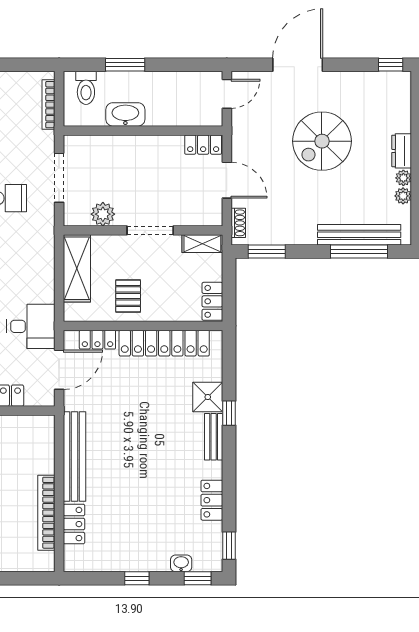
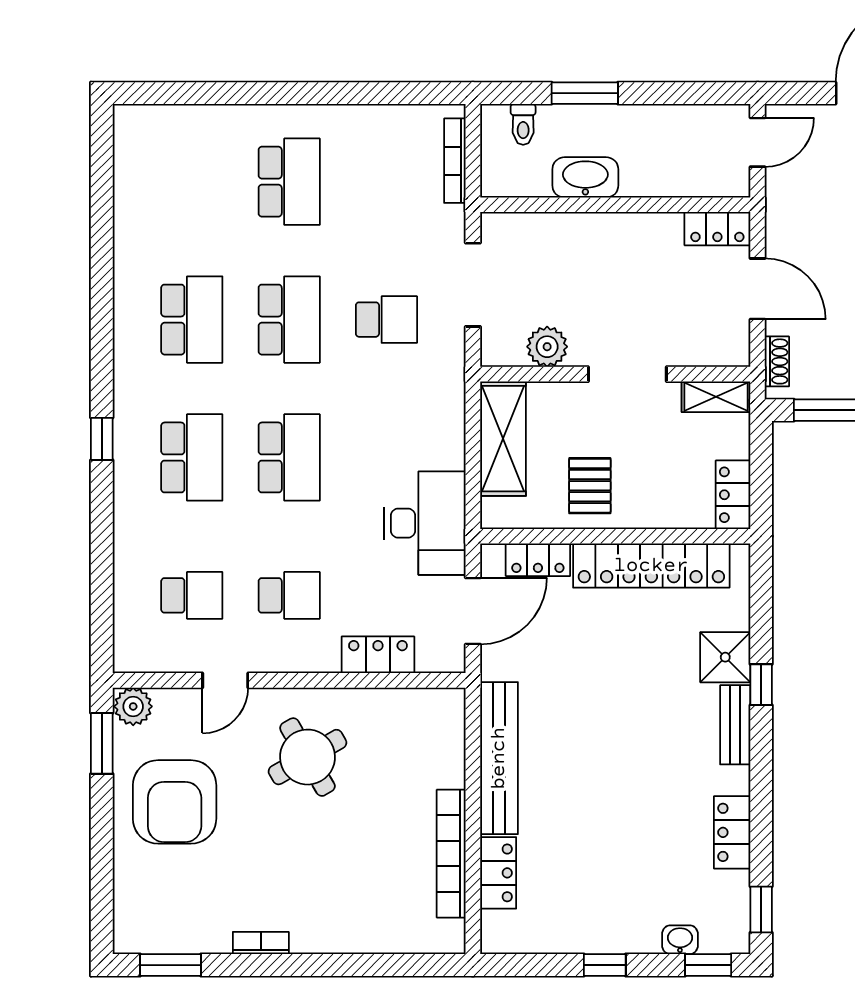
toilet: (86, 88) -> (523, 124), width x0.73, depth x0.72
desk: (31, 326) -> (425, 523), width x1.37

